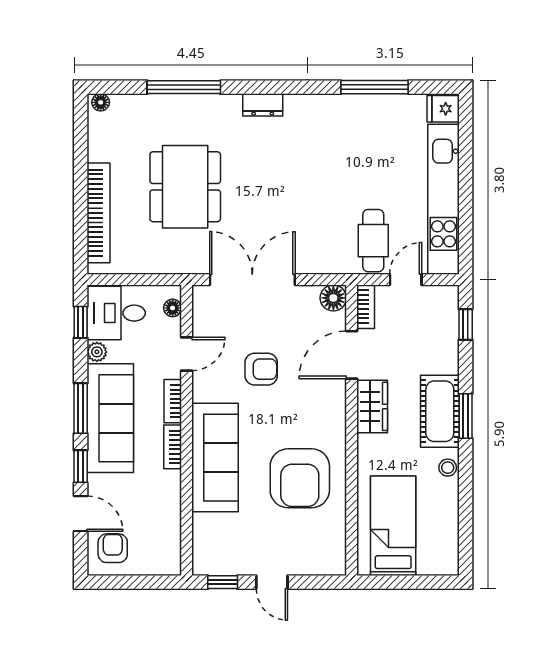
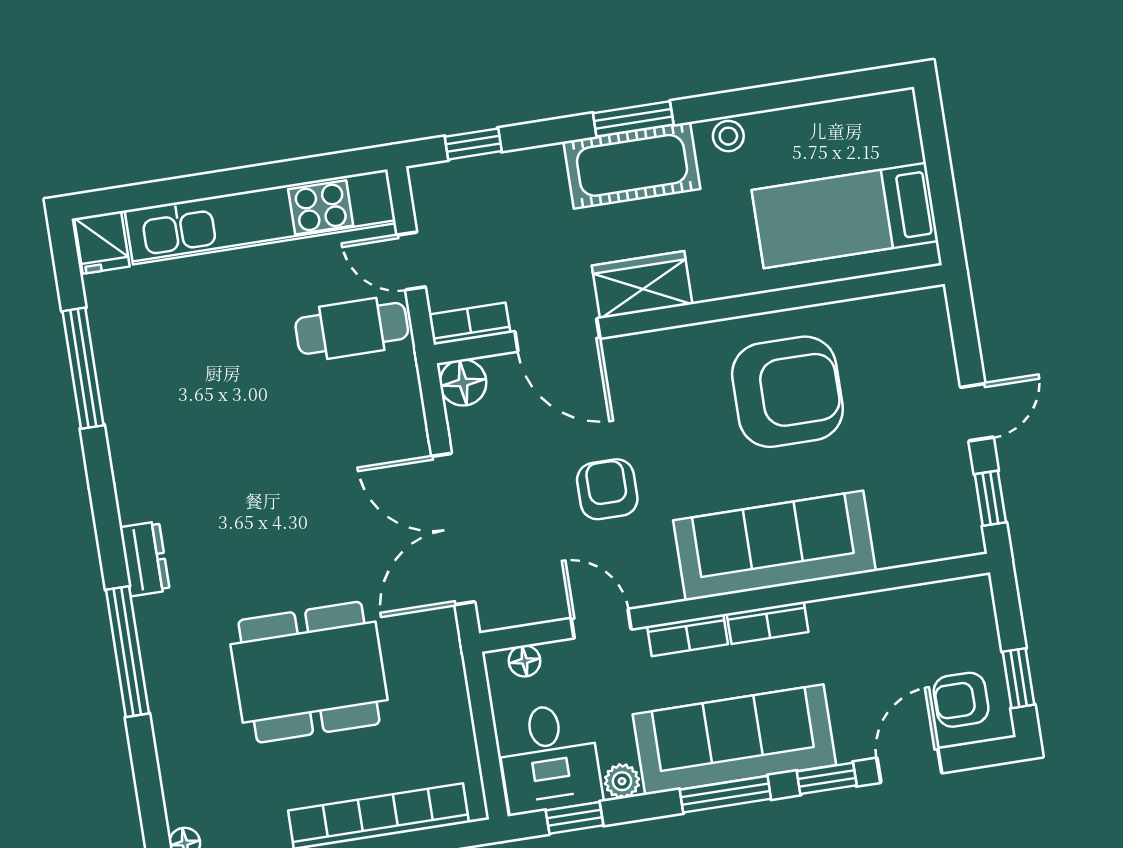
window: (184, 87) -> (127, 652), moved
window: (120, 582) -> (1018, 678), added

